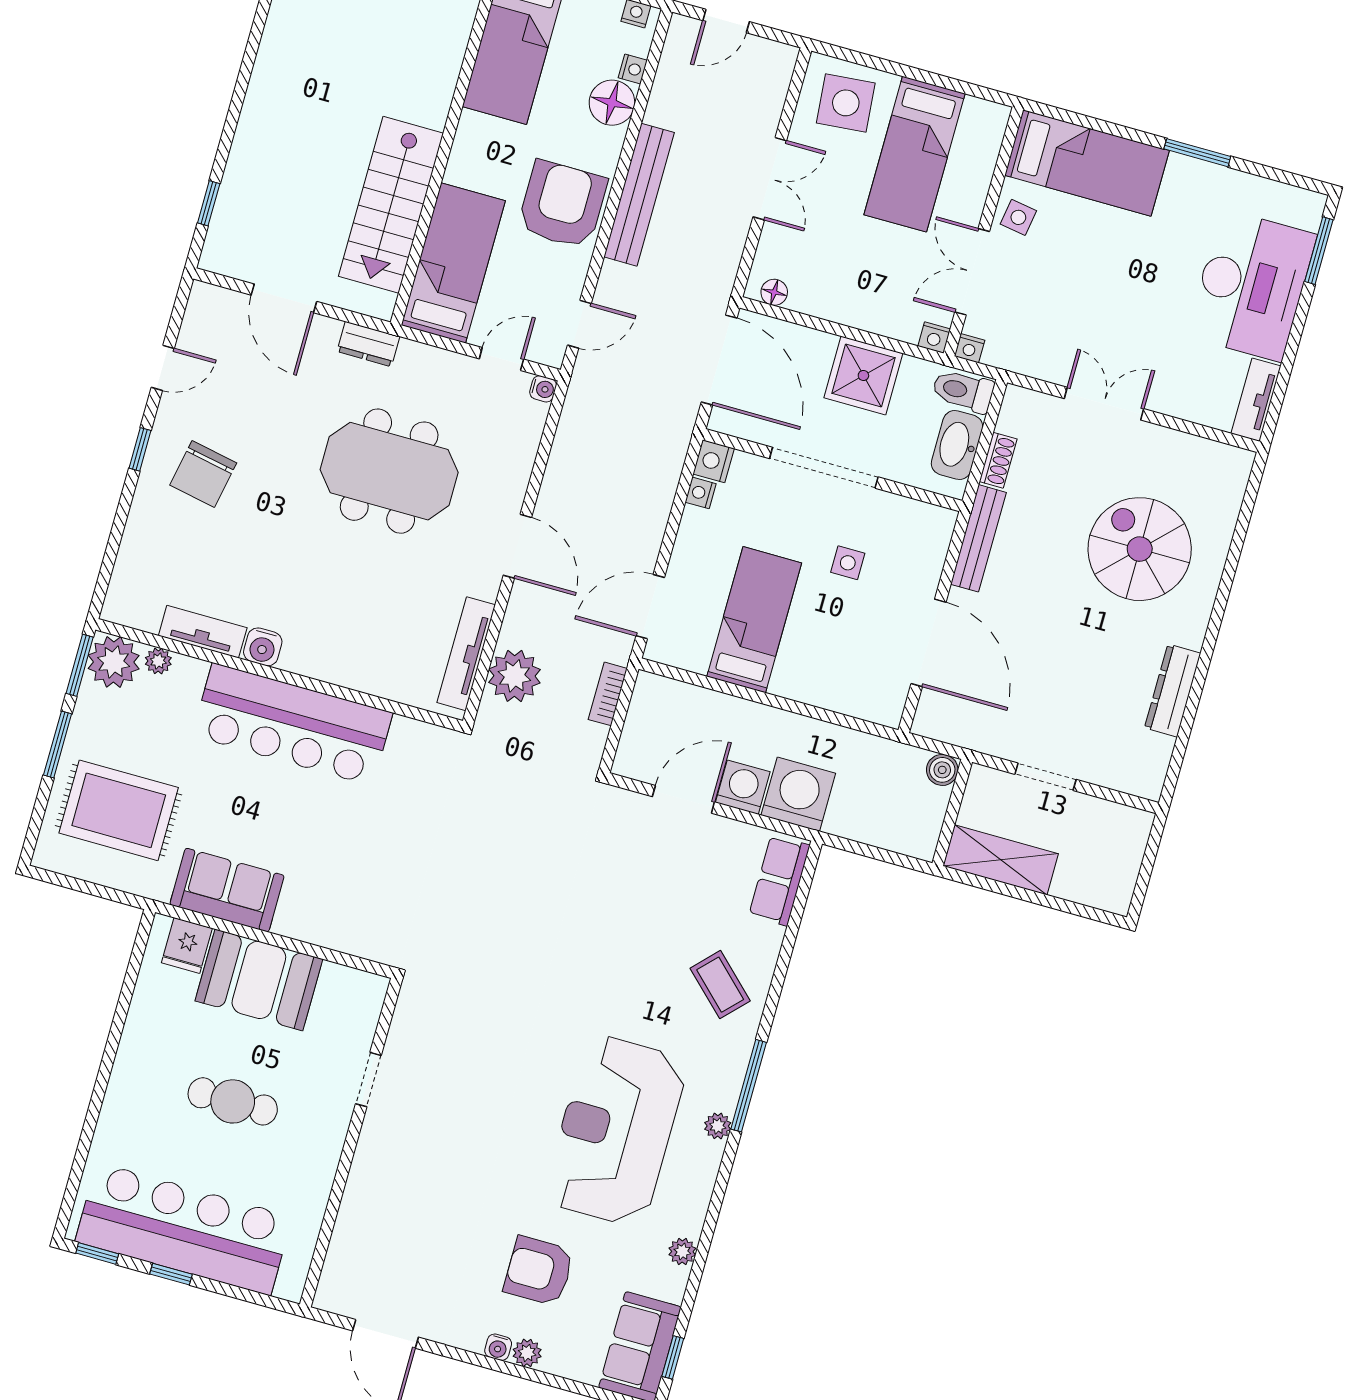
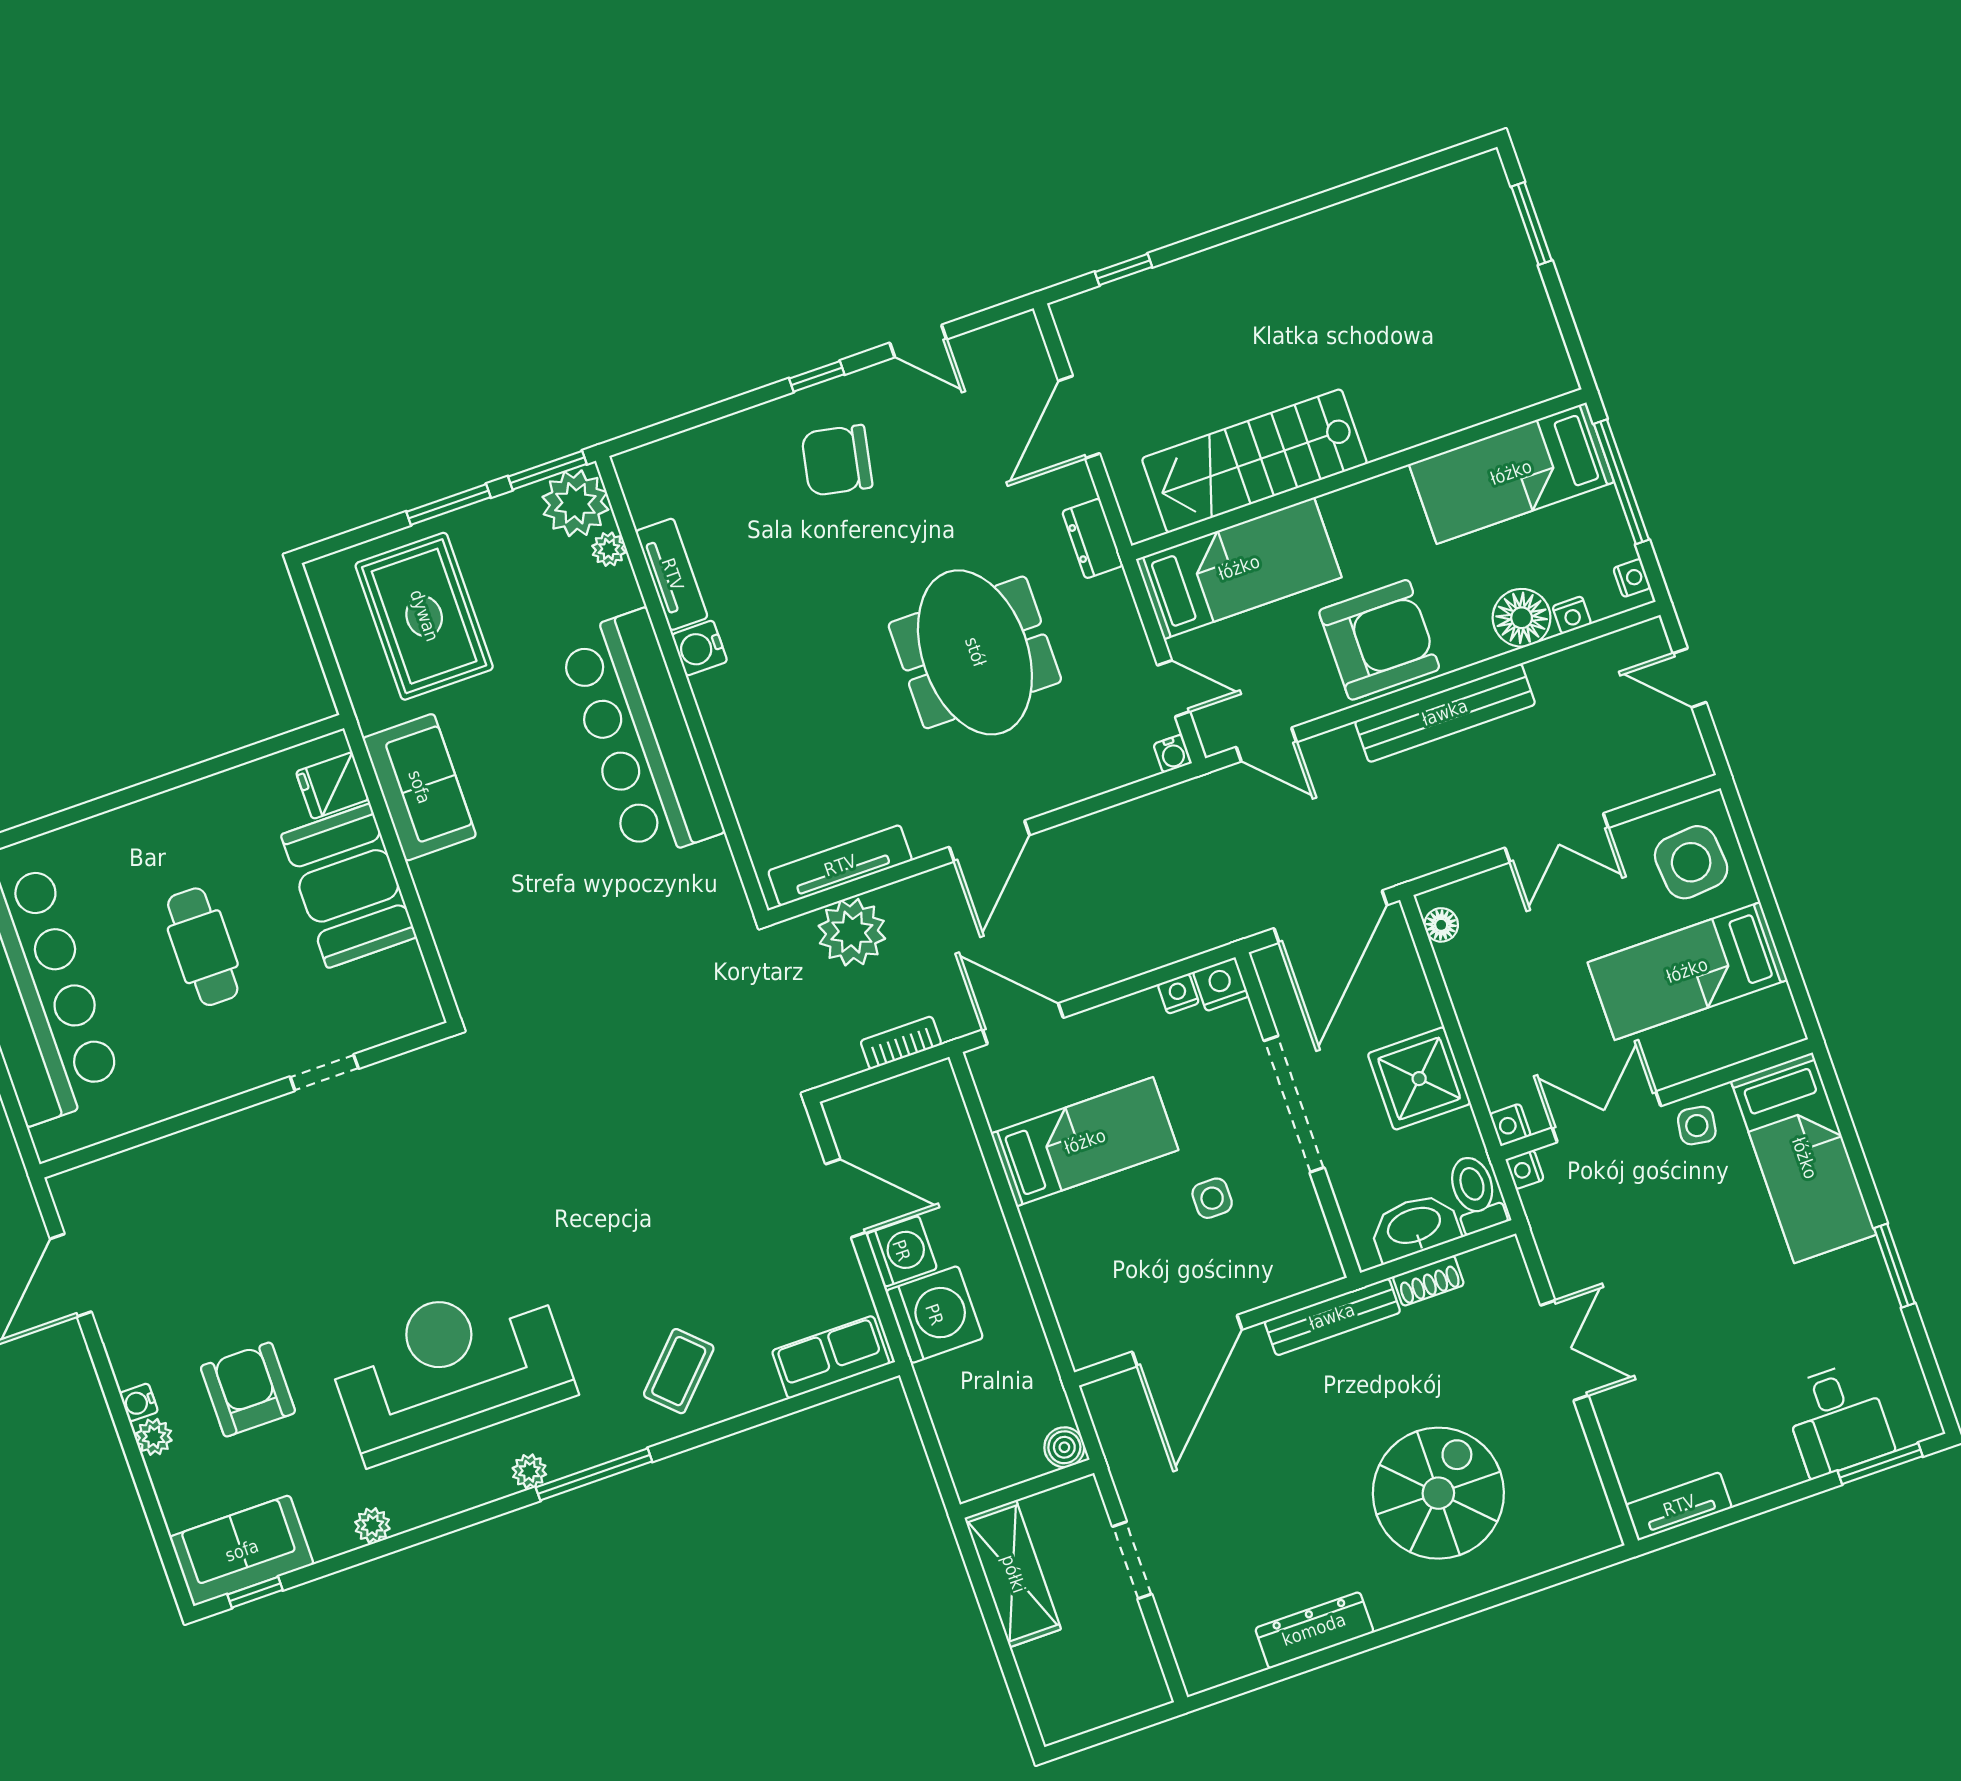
desk: (1252, 285) -> (1837, 1419), width x0.53, depth x0.77

